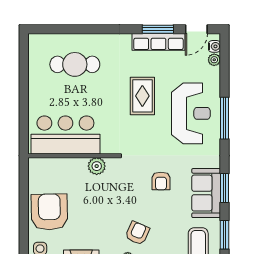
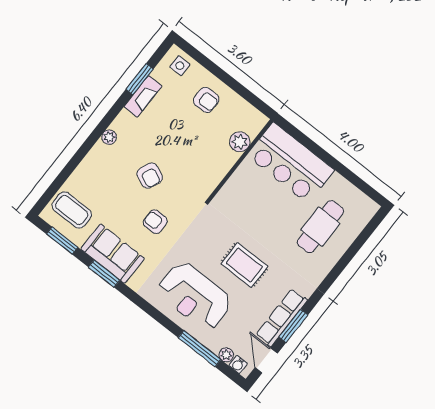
window: (224, 118) -> (199, 349), moved
bar counter: (65, 135) -> (291, 163), moved, turned 90
plant: (97, 166) -> (240, 142), moved
armchair: (49, 212) -> (206, 100), width x0.53, depth x0.53
armchair: (137, 233) -> (150, 176), moved

